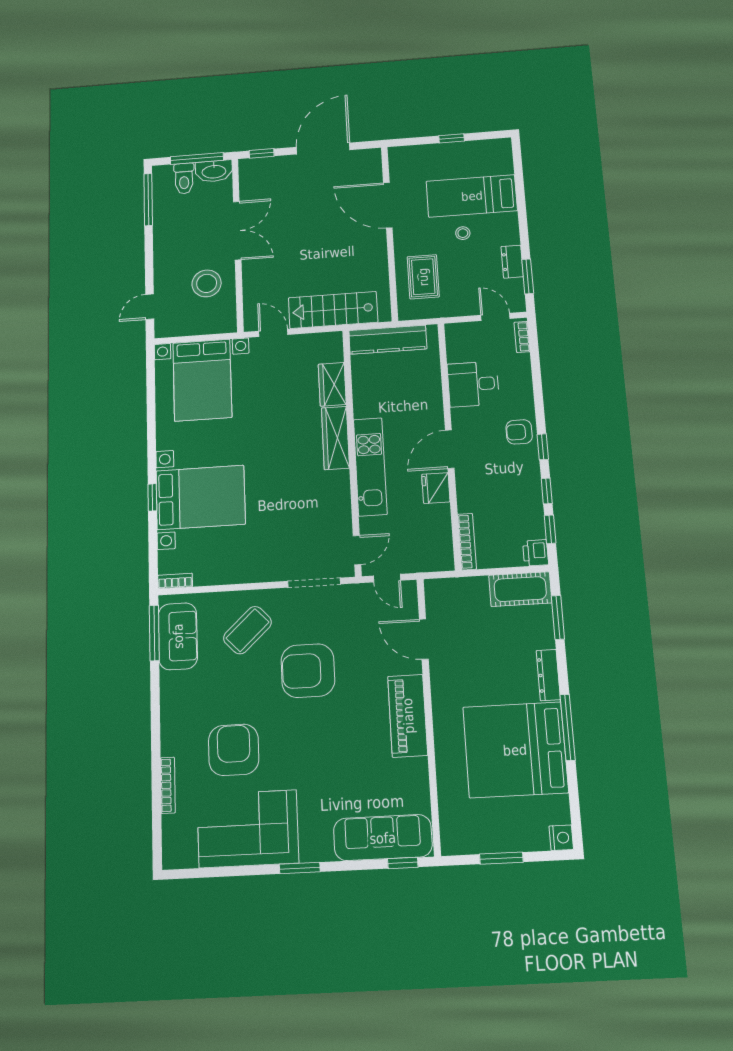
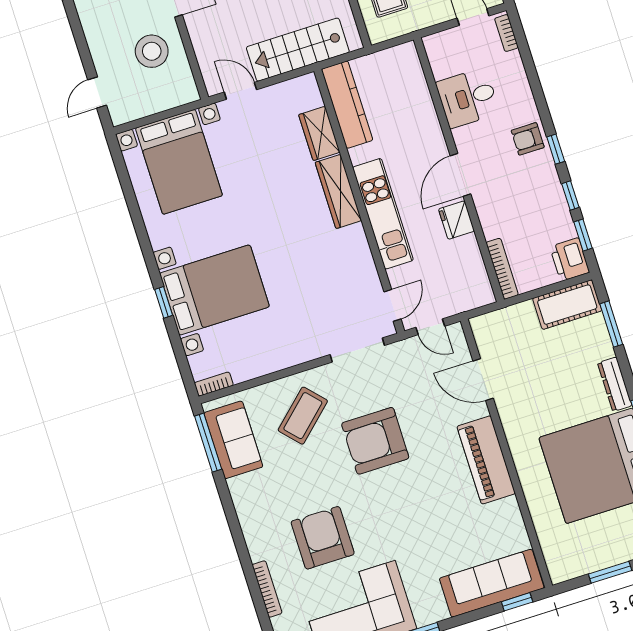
kitchen counter: (388, 340) -> (347, 105), moved, turned -90
printer: (536, 553) -> (570, 259), width x1.36, depth x1.24

